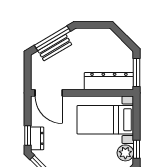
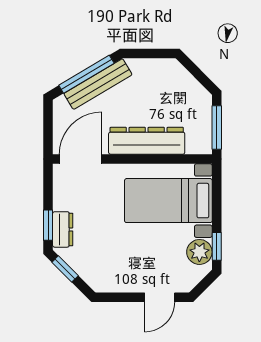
bench: (55, 48) -> (98, 84), width x1.36
dresser: (109, 81) -> (147, 141), moved
door: (49, 93) -> (81, 159), swing flipped

